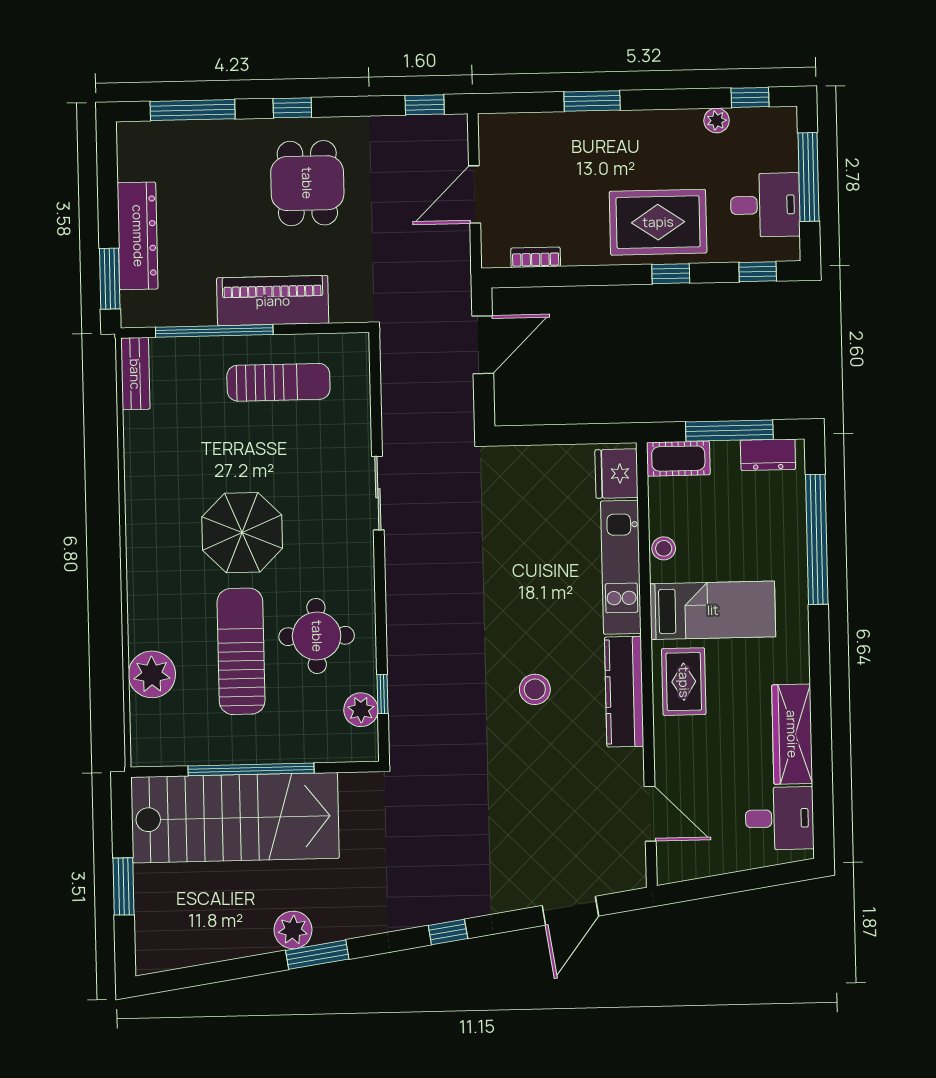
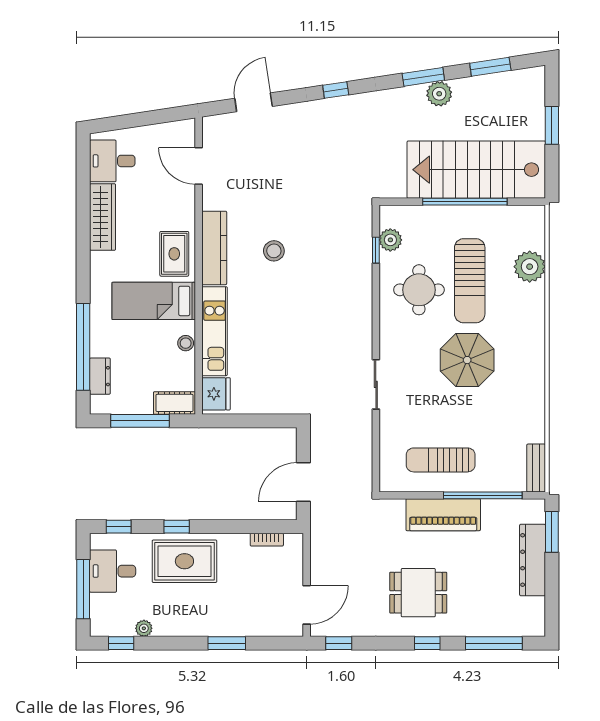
dining table: (307, 183) -> (418, 593), turned 90
door: (475, 194) -> (307, 605), moved
dresser: (768, 455) -> (100, 376), moved, turned 90
window: (217, 972) -> (490, 67), added

